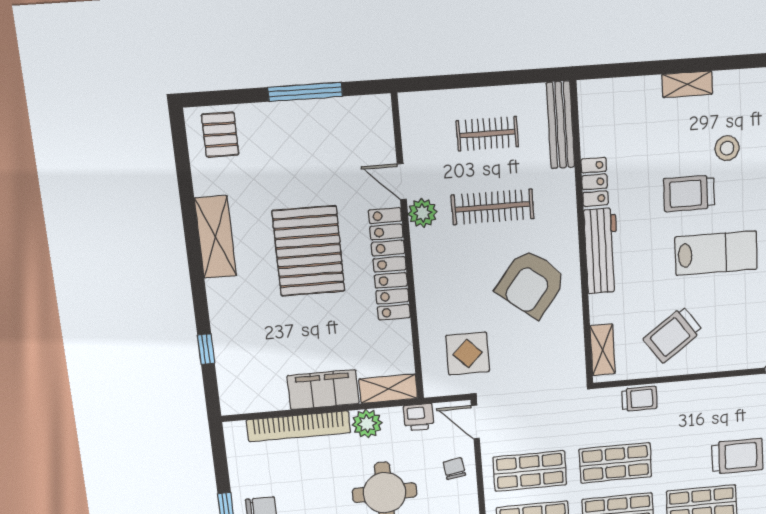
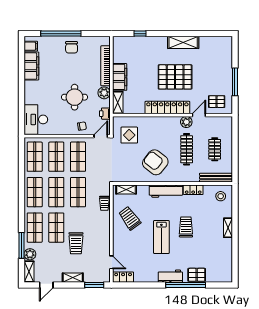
pallet: (220, 135) -> (217, 102), moved
stool: (727, 148) -> (221, 196), moved

